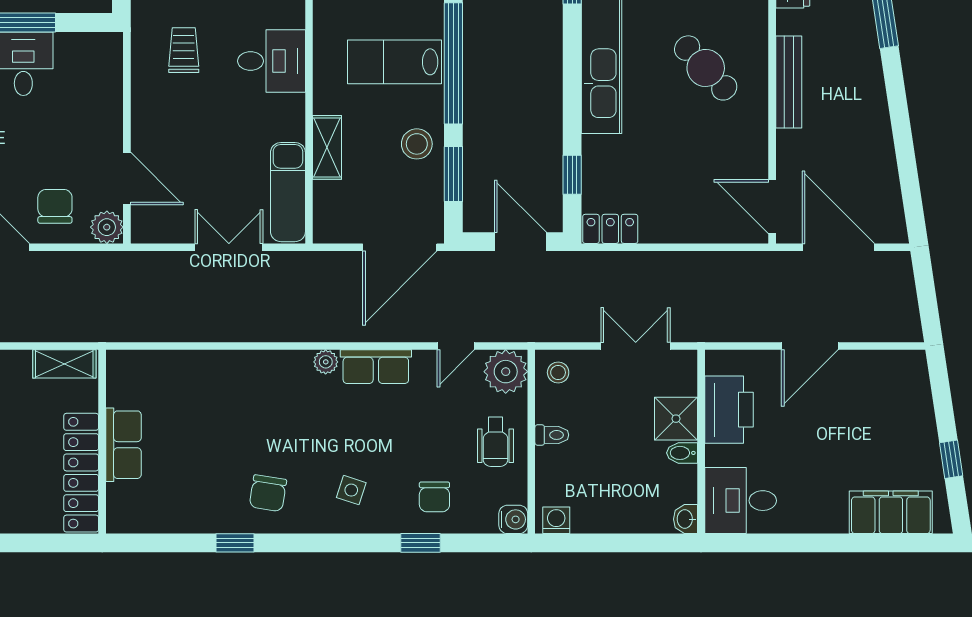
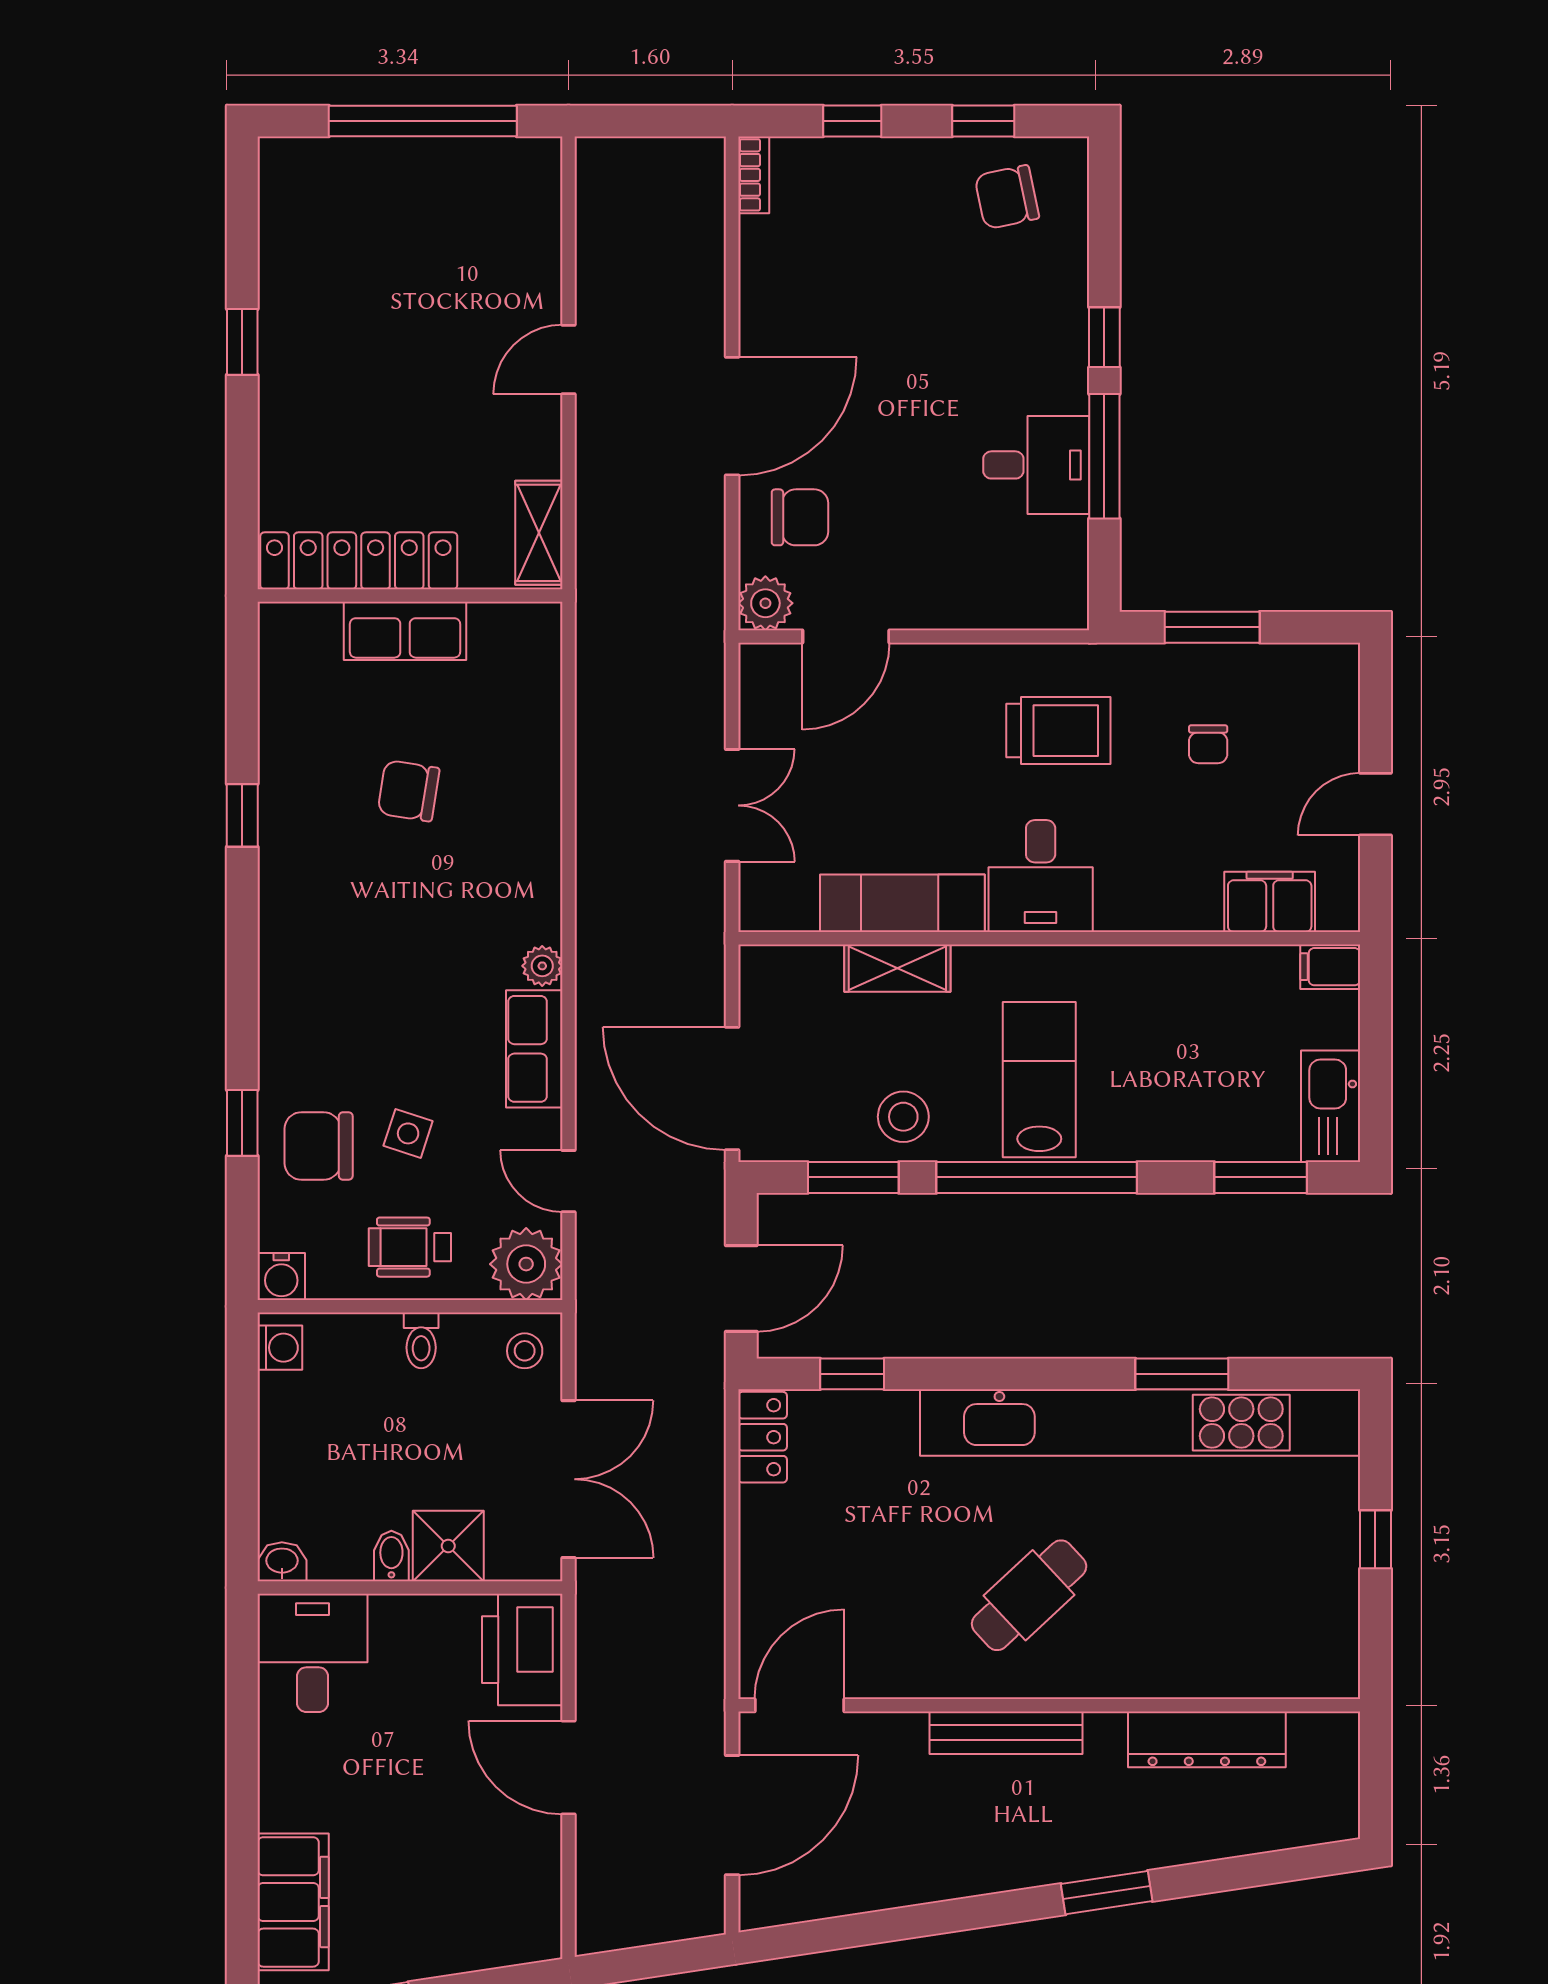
trolley: (184, 50) -> (1058, 731), width x1.36, depth x1.39
exam couch: (288, 192) -> (902, 903), moved
double door: (636, 346) -> (569, 1479), width x1.37
printer: (729, 410) -> (522, 1650), moved, turned 90
side table: (351, 490) -> (408, 1133), moved
chair: (268, 493) -> (408, 791), moved
chair: (434, 497) -> (319, 1146), width x1.37, depth x1.37

